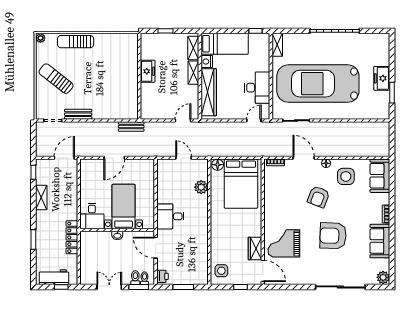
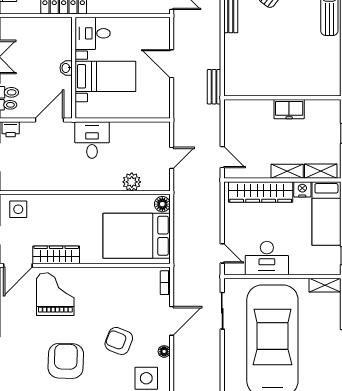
wardrobe: (255, 248) -> (56, 255), width x1.50

